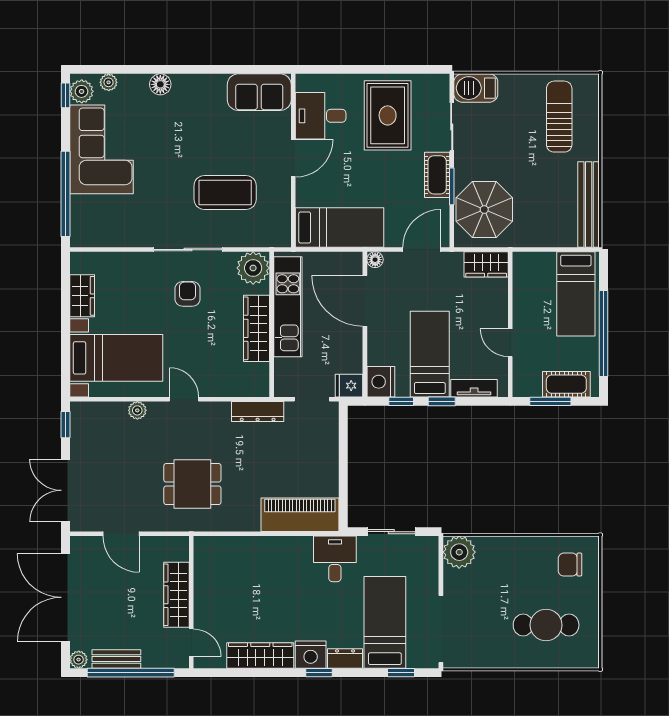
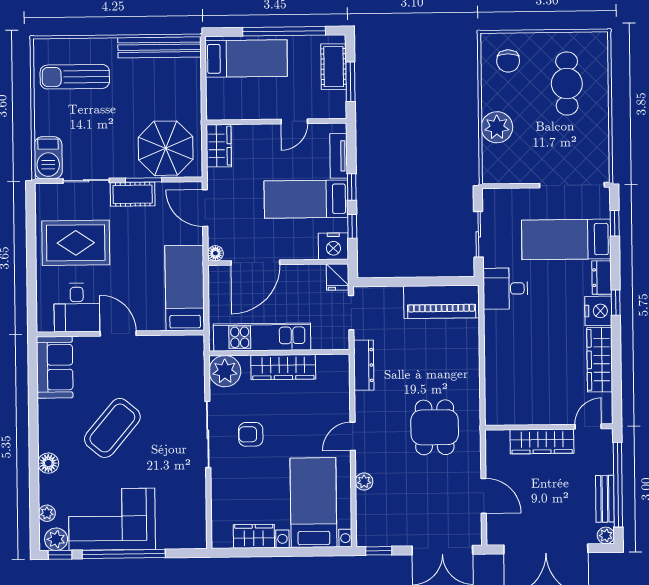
coffee table: (225, 192) -> (112, 428), moved, turned 40
window: (65, 194) -> (124, 554), moved
piano: (300, 515) -> (441, 302), moved, turned -90
door: (121, 534) -> (484, 496), hinge flipped
plant: (459, 552) -> (497, 127), moved

